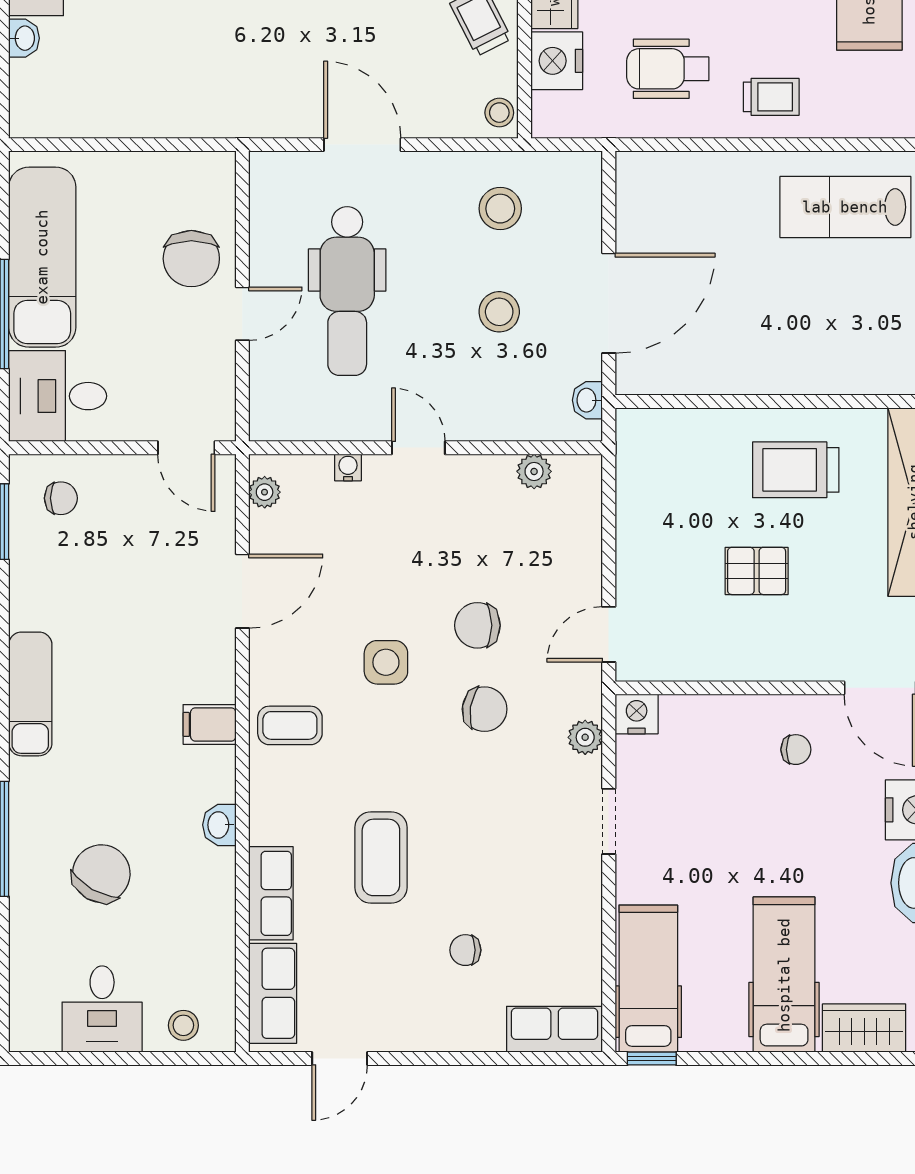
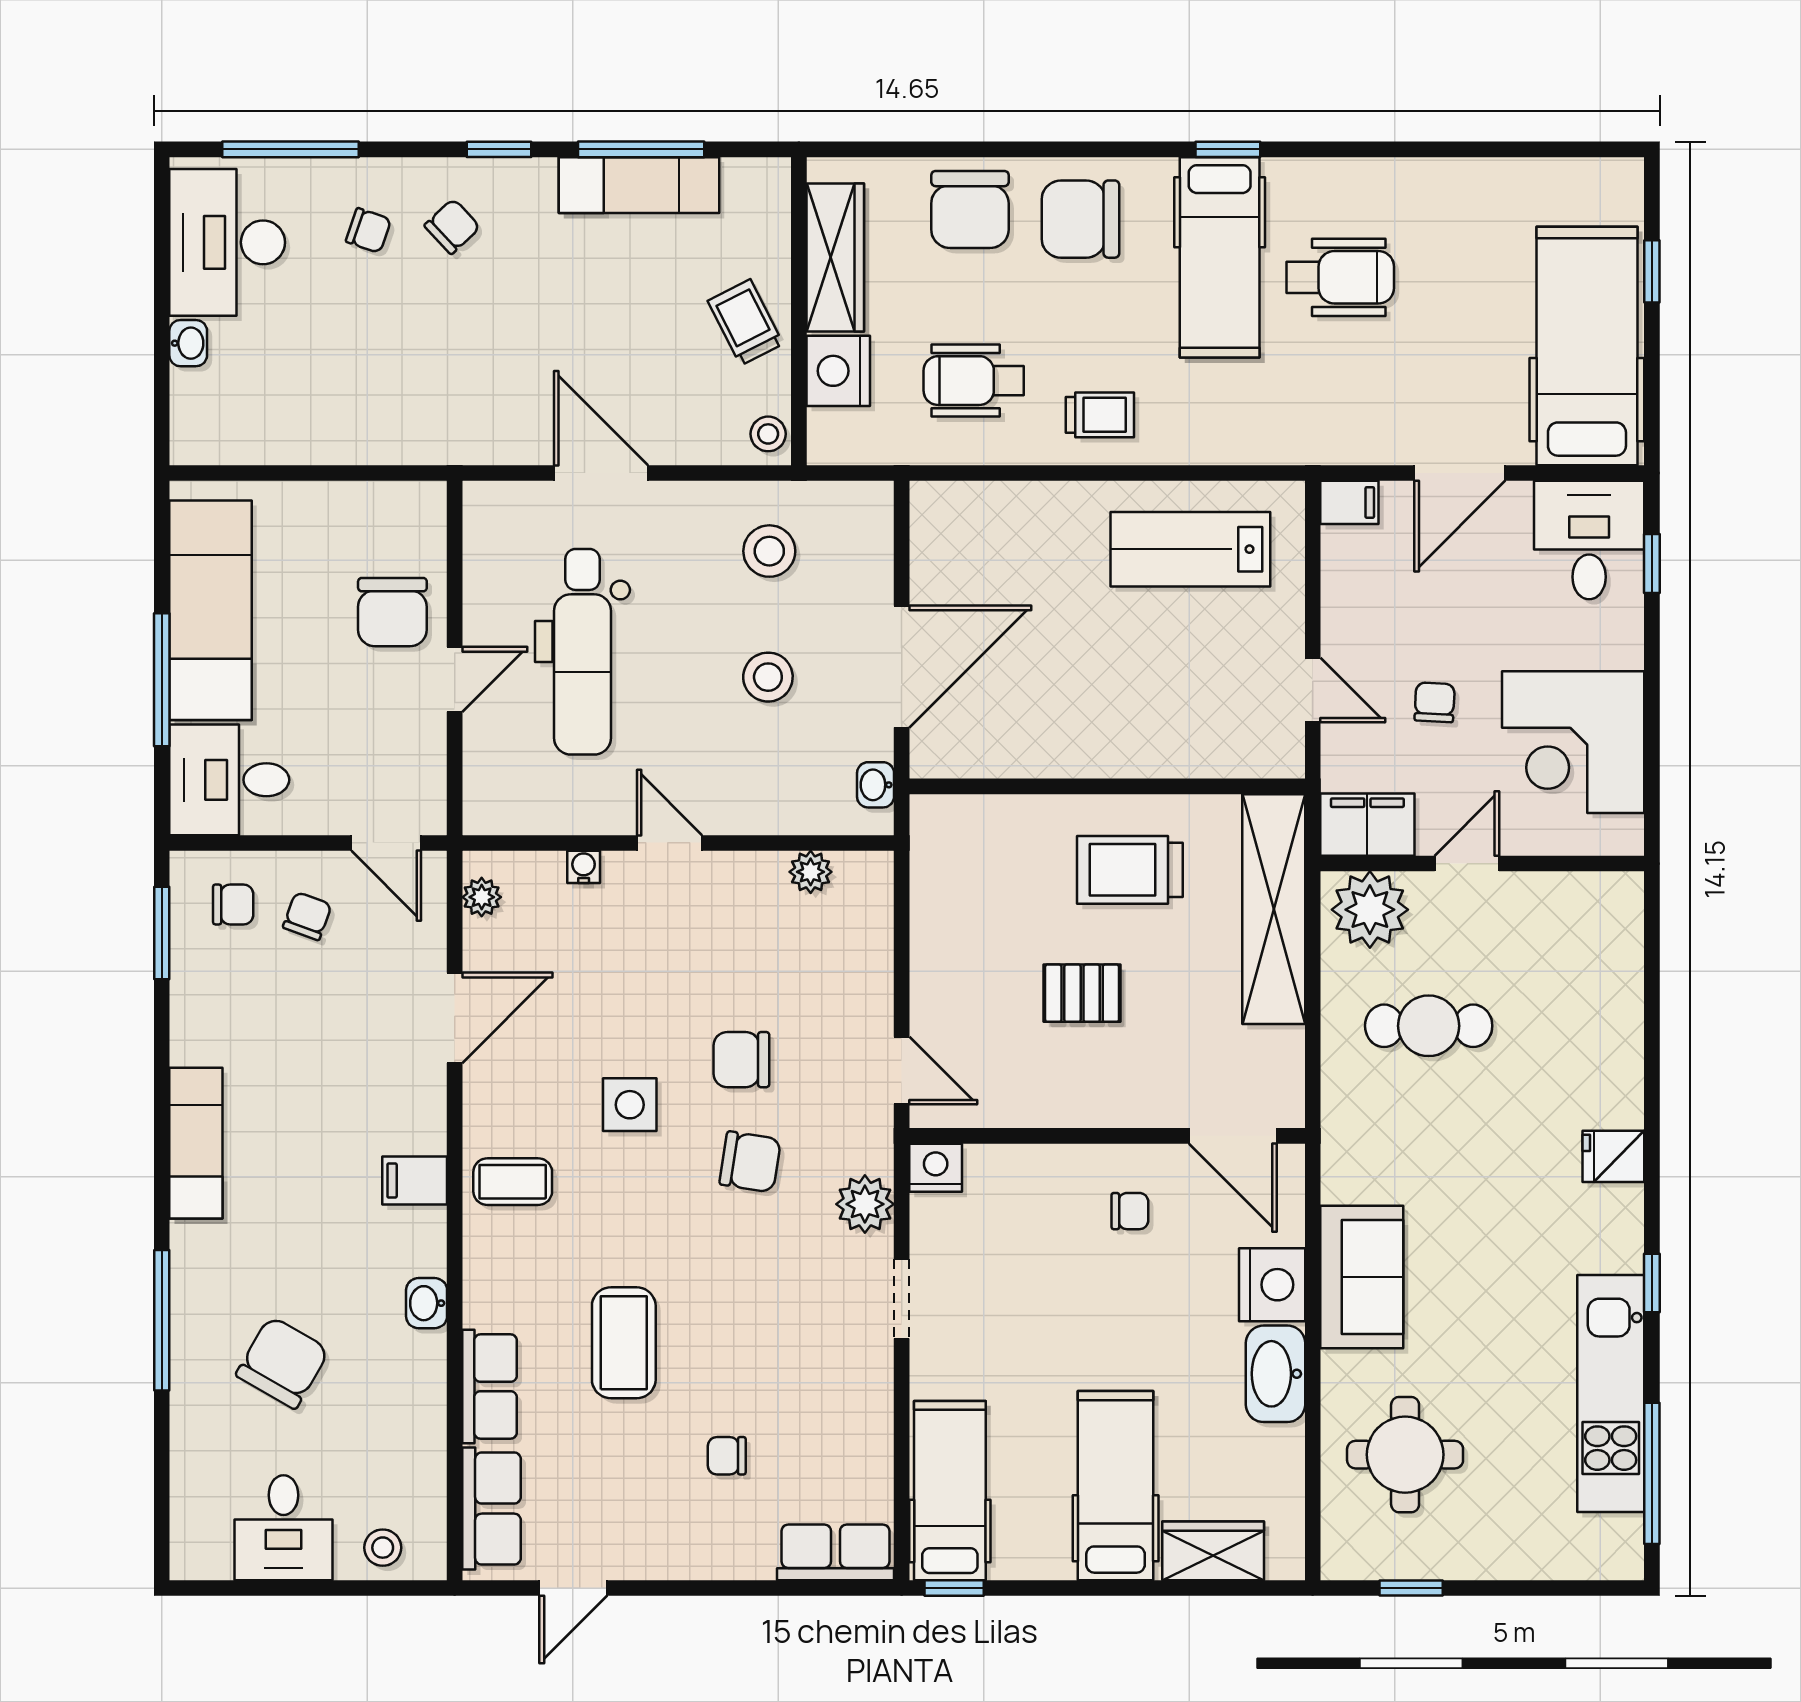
chair: (122, 508) -> (307, 916), added
door: (609, 634) -> (902, 1071), swing flipped
plant: (585, 737) -> (865, 1204), width x1.38, depth x1.38

